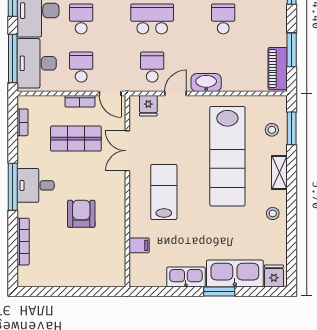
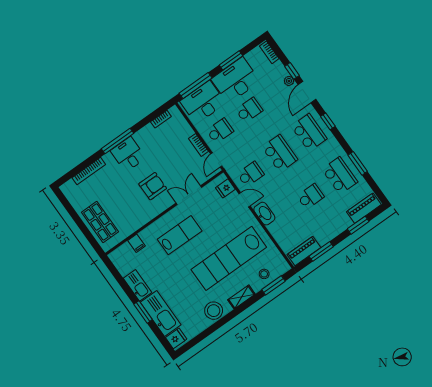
shop shelf: (76, 139) -> (100, 222), moved
stool: (273, 213) -> (214, 311), width x1.89, depth x1.89
armchair: (81, 214) -> (153, 186), moved

